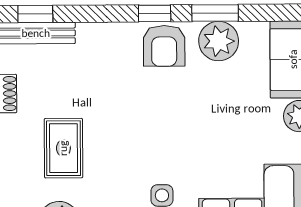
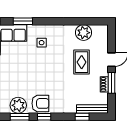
window: (35, 14) -> (82, 117), moved
armchair: (164, 46) -> (40, 103), turned 90

